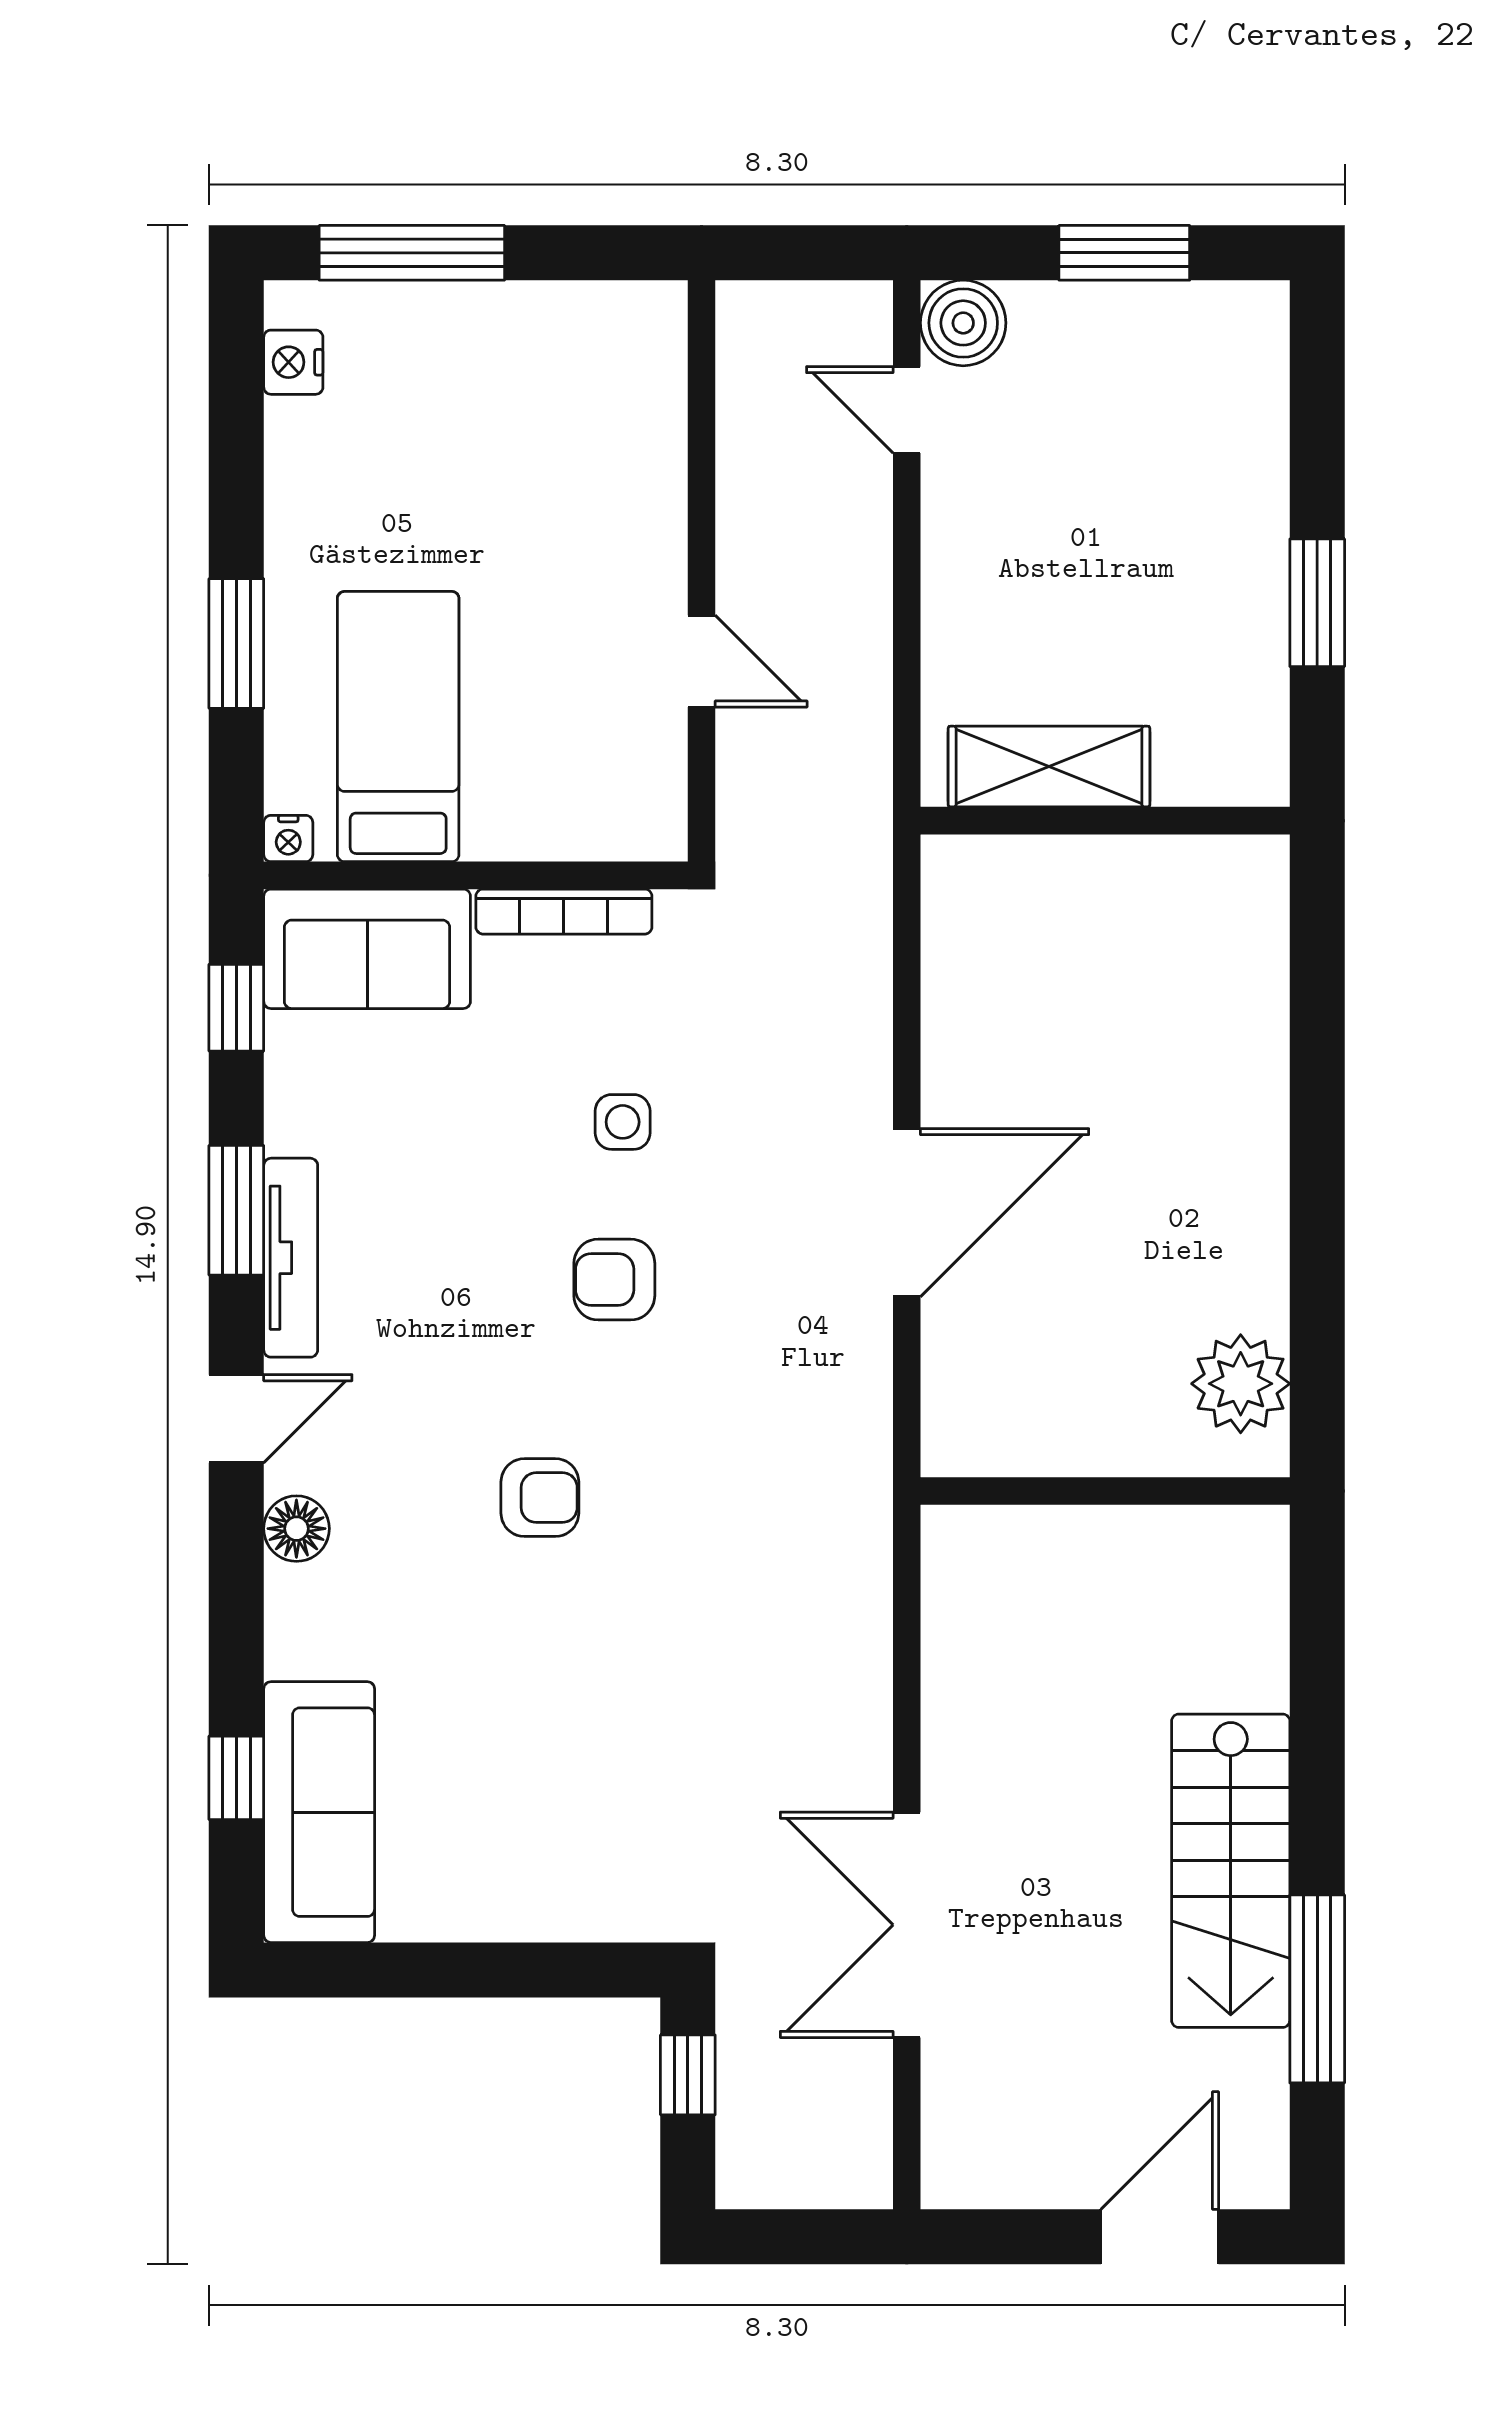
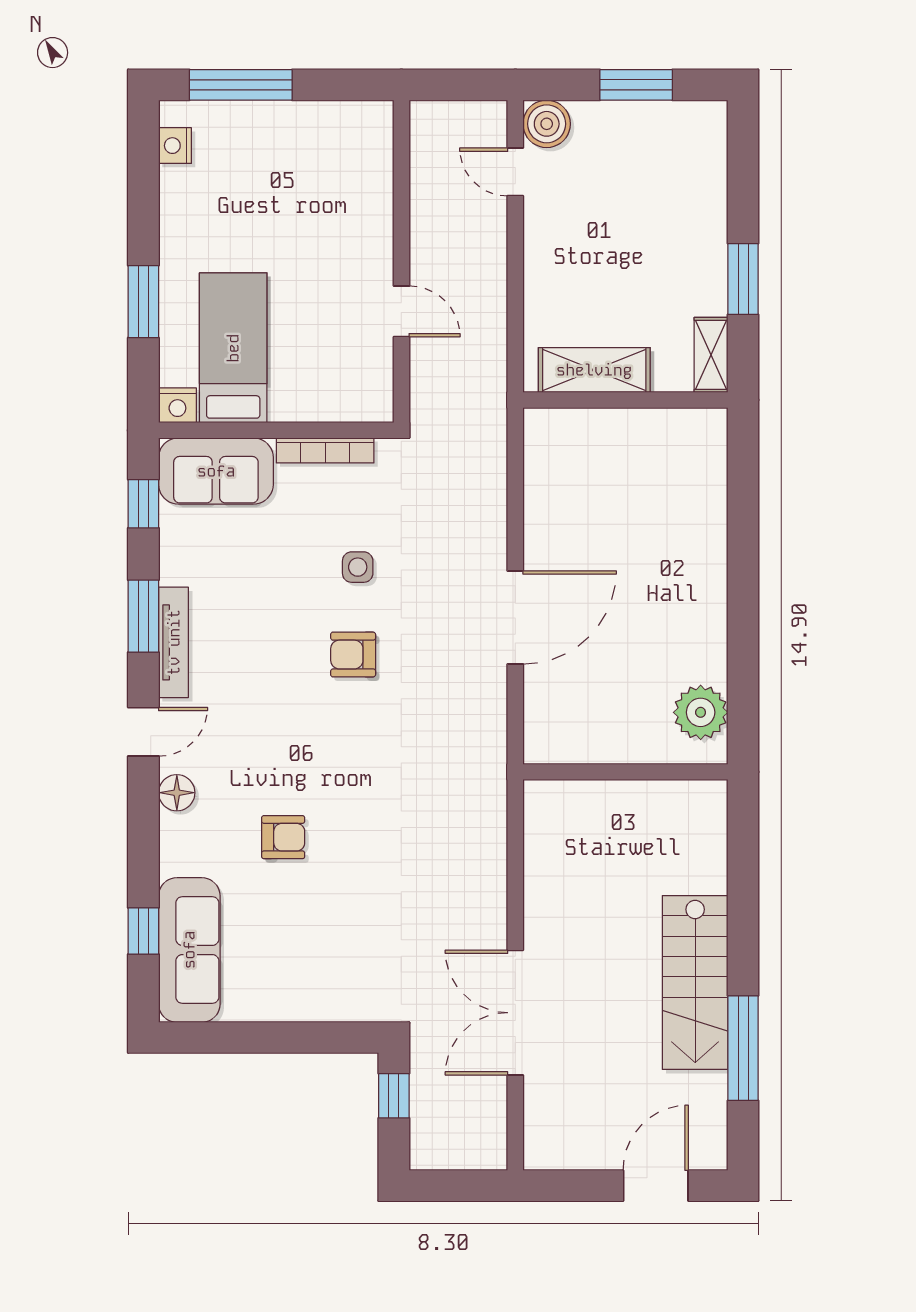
shelving: (1259, 739) -> (711, 355), added
nightstand: (288, 838) -> (177, 405), width x1.39, depth x1.35
armchair: (540, 1498) -> (283, 837), moved

